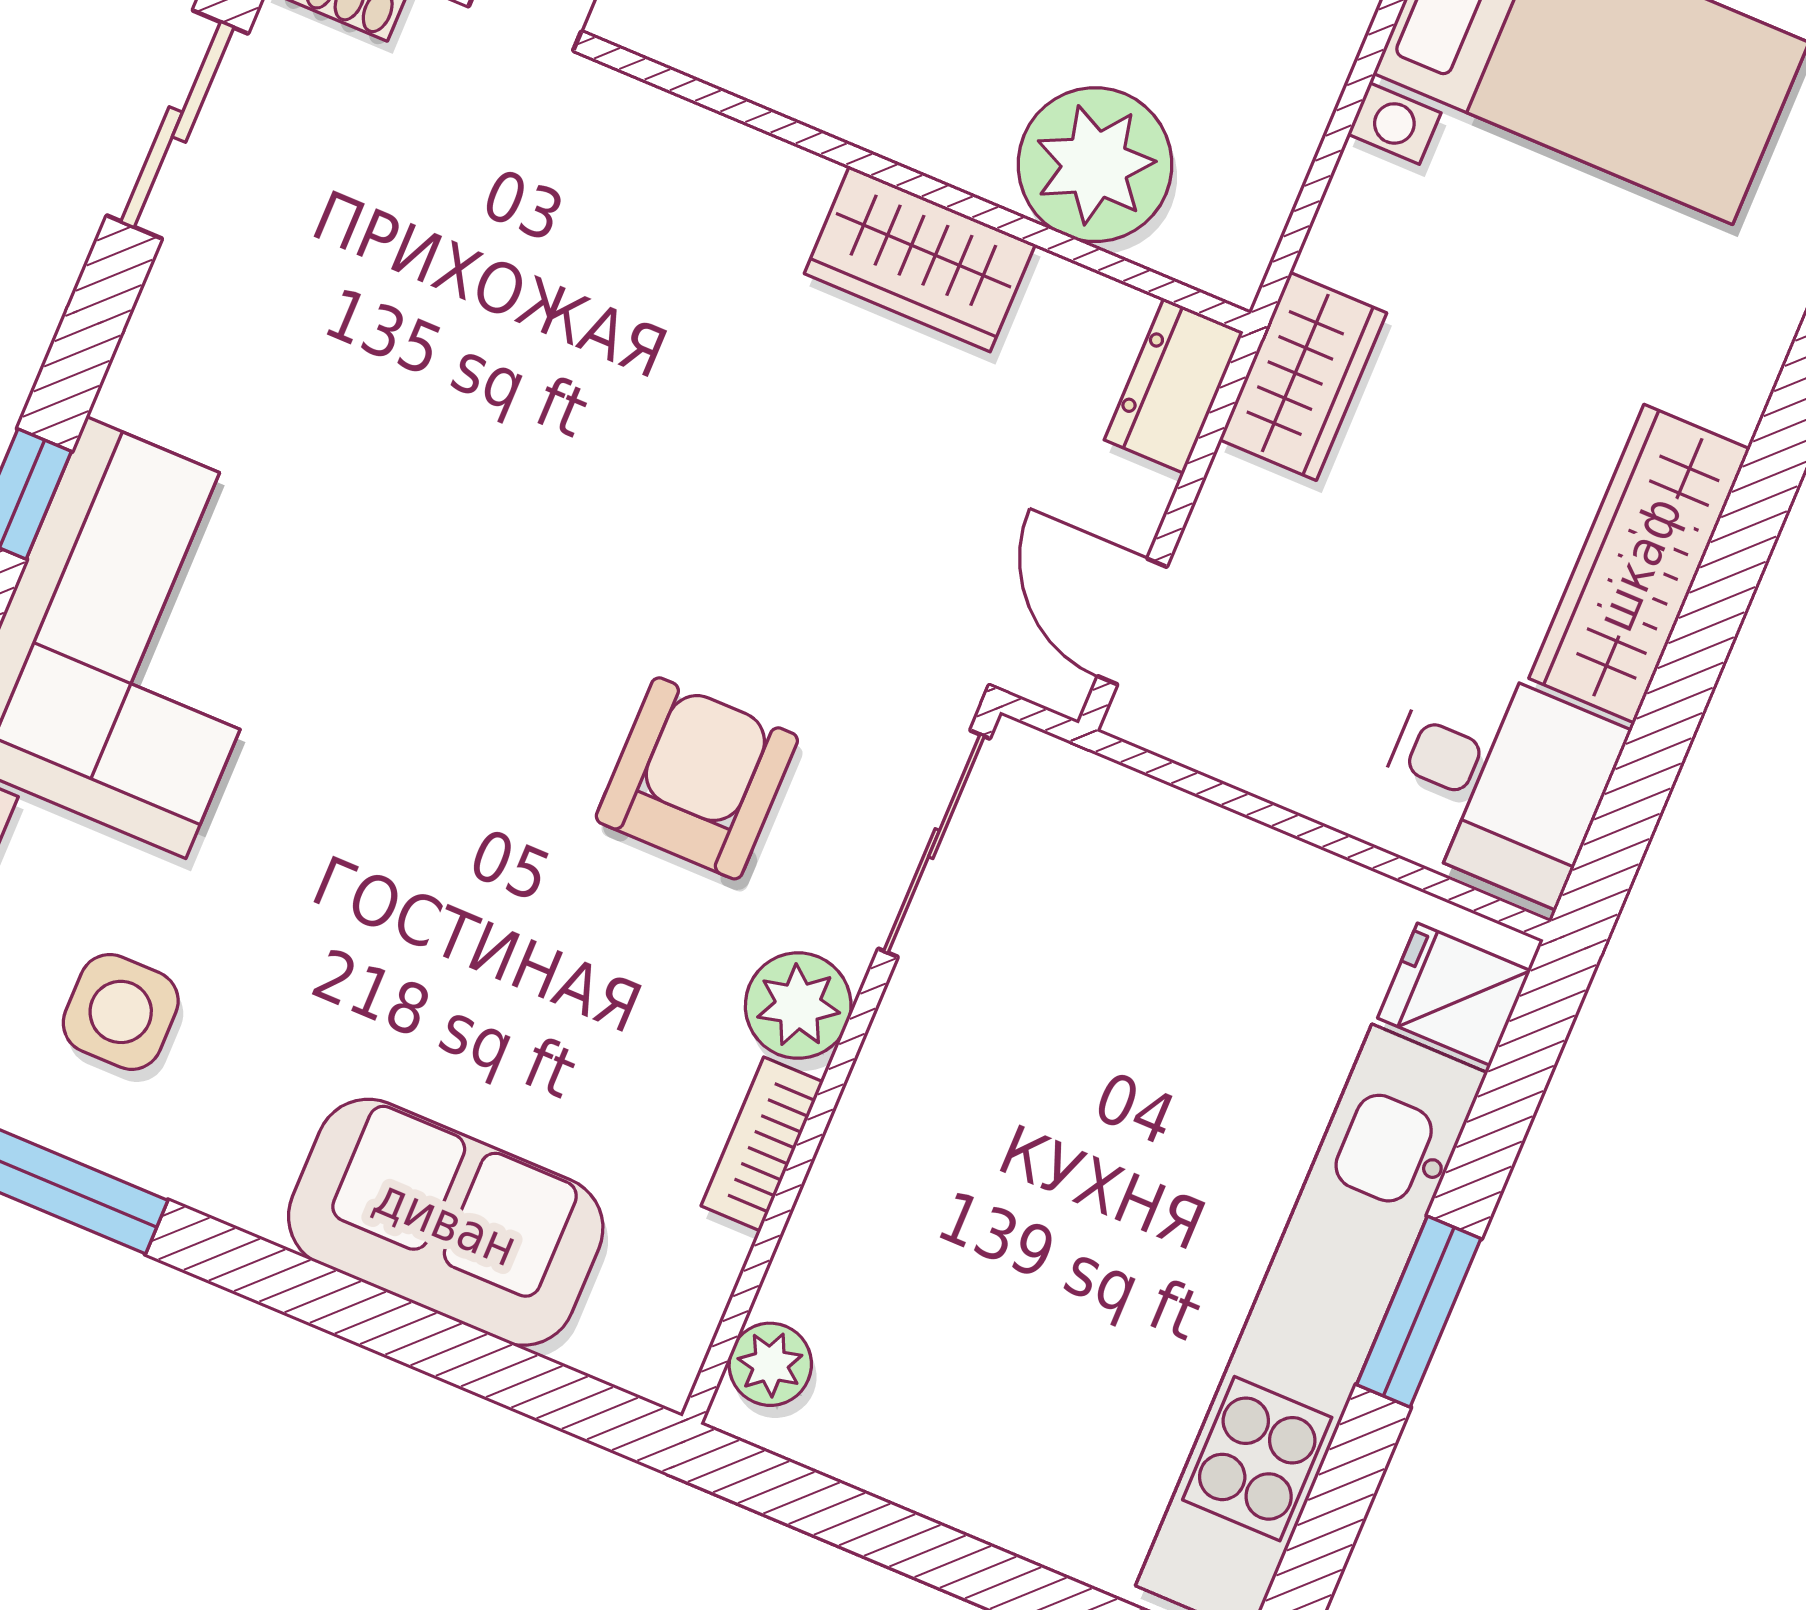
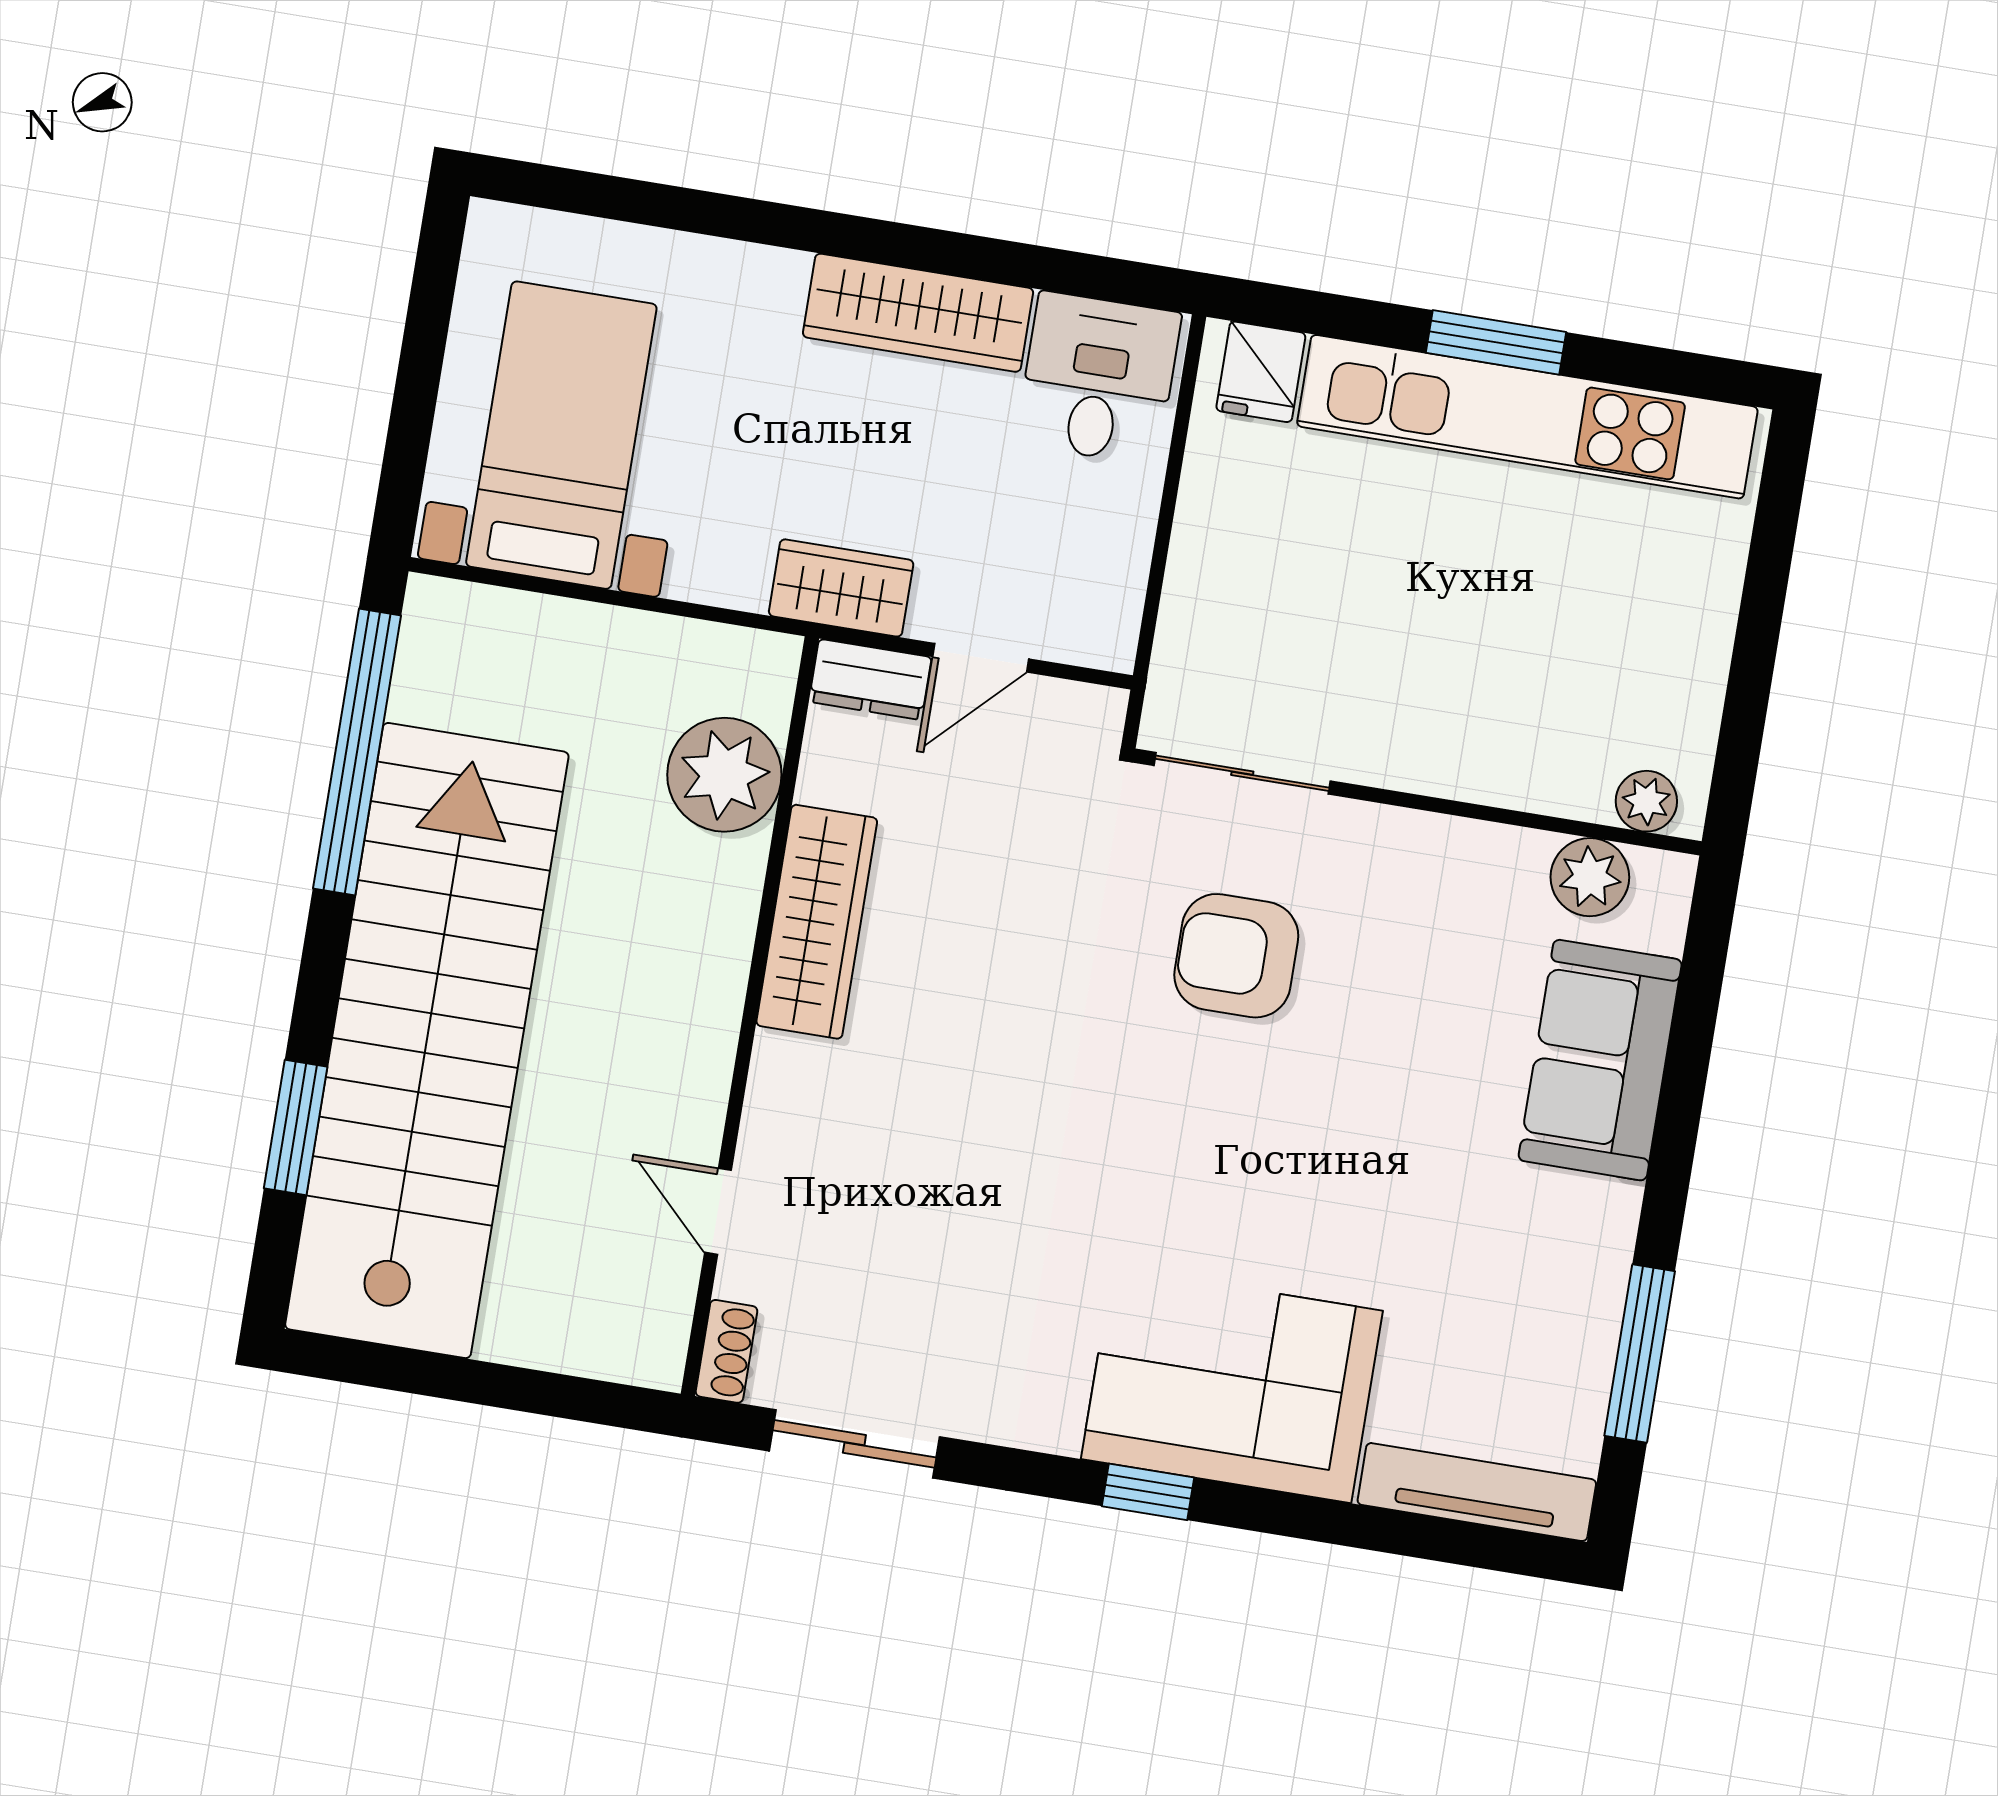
wardrobe: (920, 259) -> (817, 922), width x1.50
door: (1132, 621) -> (981, 658), moved
plant: (798, 1006) -> (1590, 877), moved
side table: (121, 1012) -> (1505, 1331), removed
bookcase: (762, 1144) -> (1489, 845), removed

